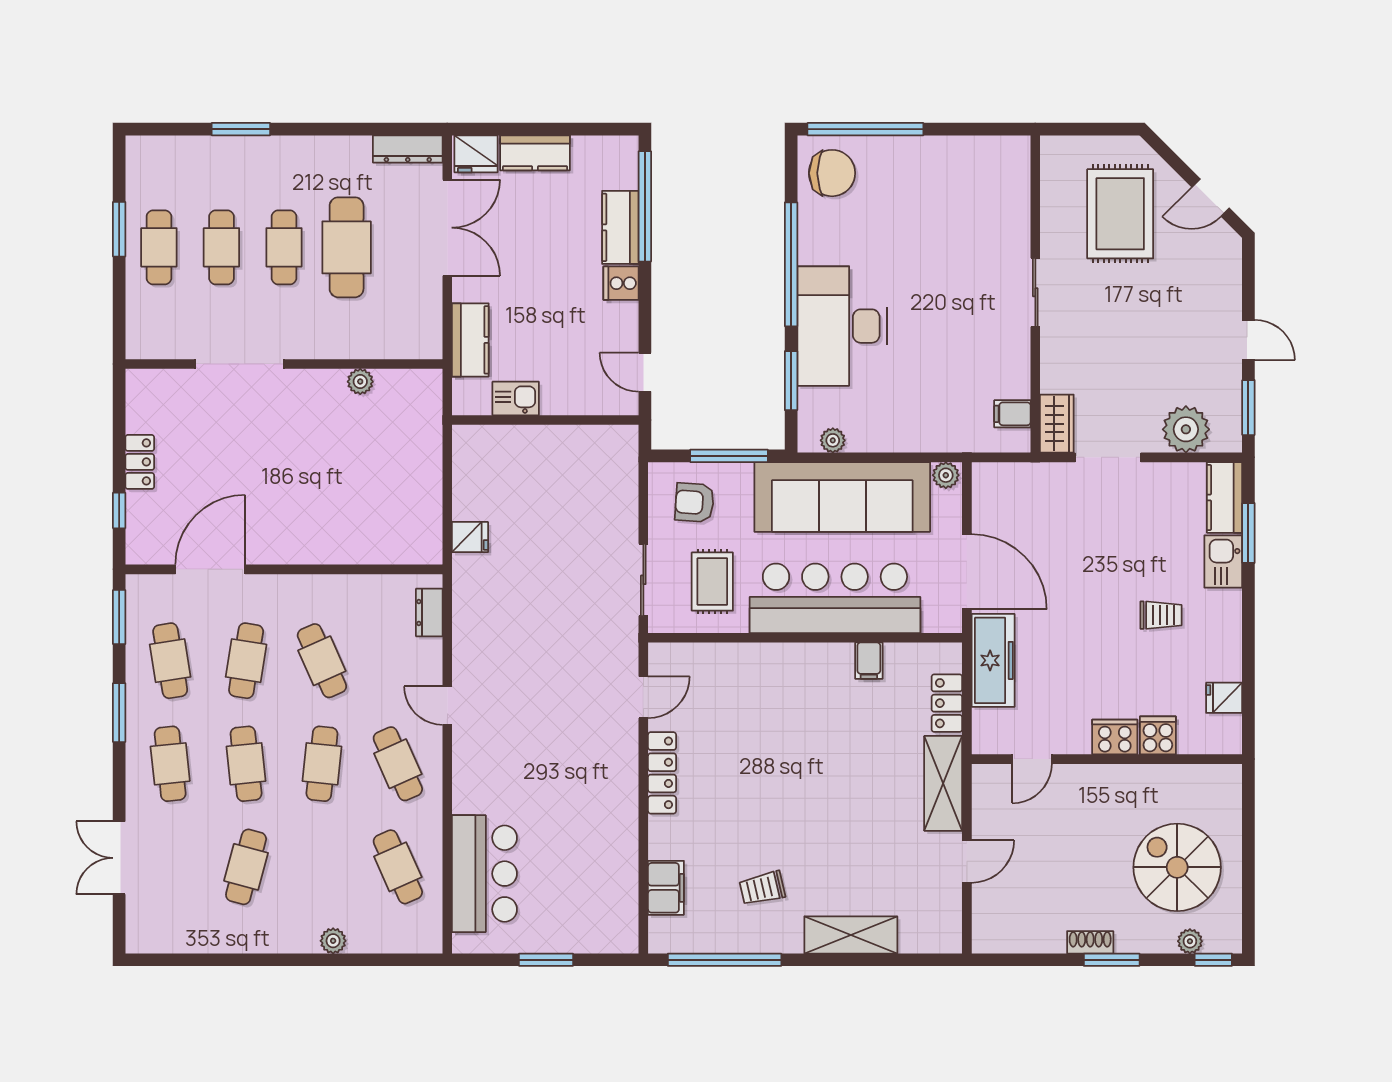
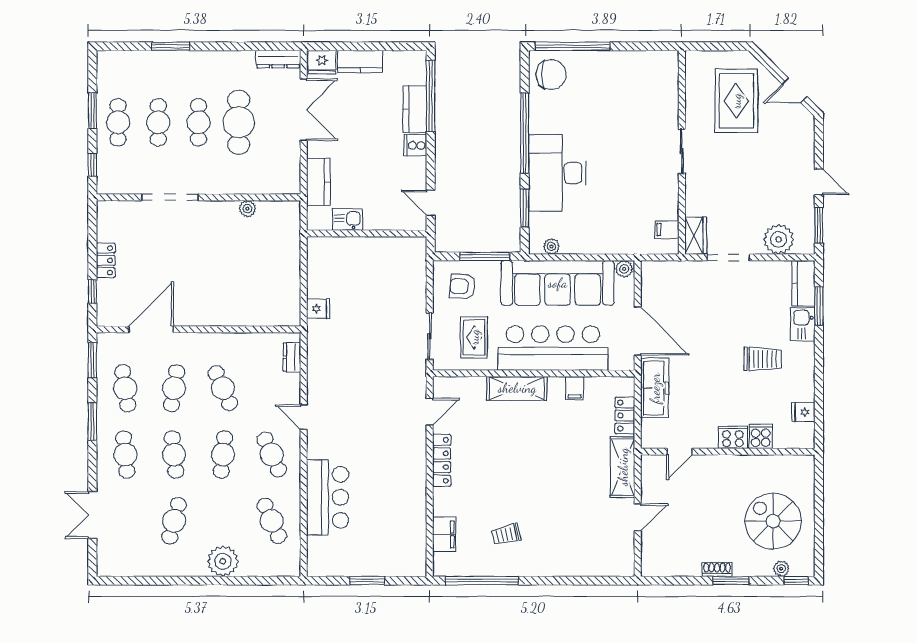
window: (119, 314) -> (92, 165), added
trolley: (1161, 615) -> (763, 359), width x1.36, depth x1.39
bar counter: (484, 874) -> (327, 497), moved
shelving: (851, 935) -> (517, 388), moved
plant: (333, 941) -> (223, 561), width x1.87, depth x1.87

